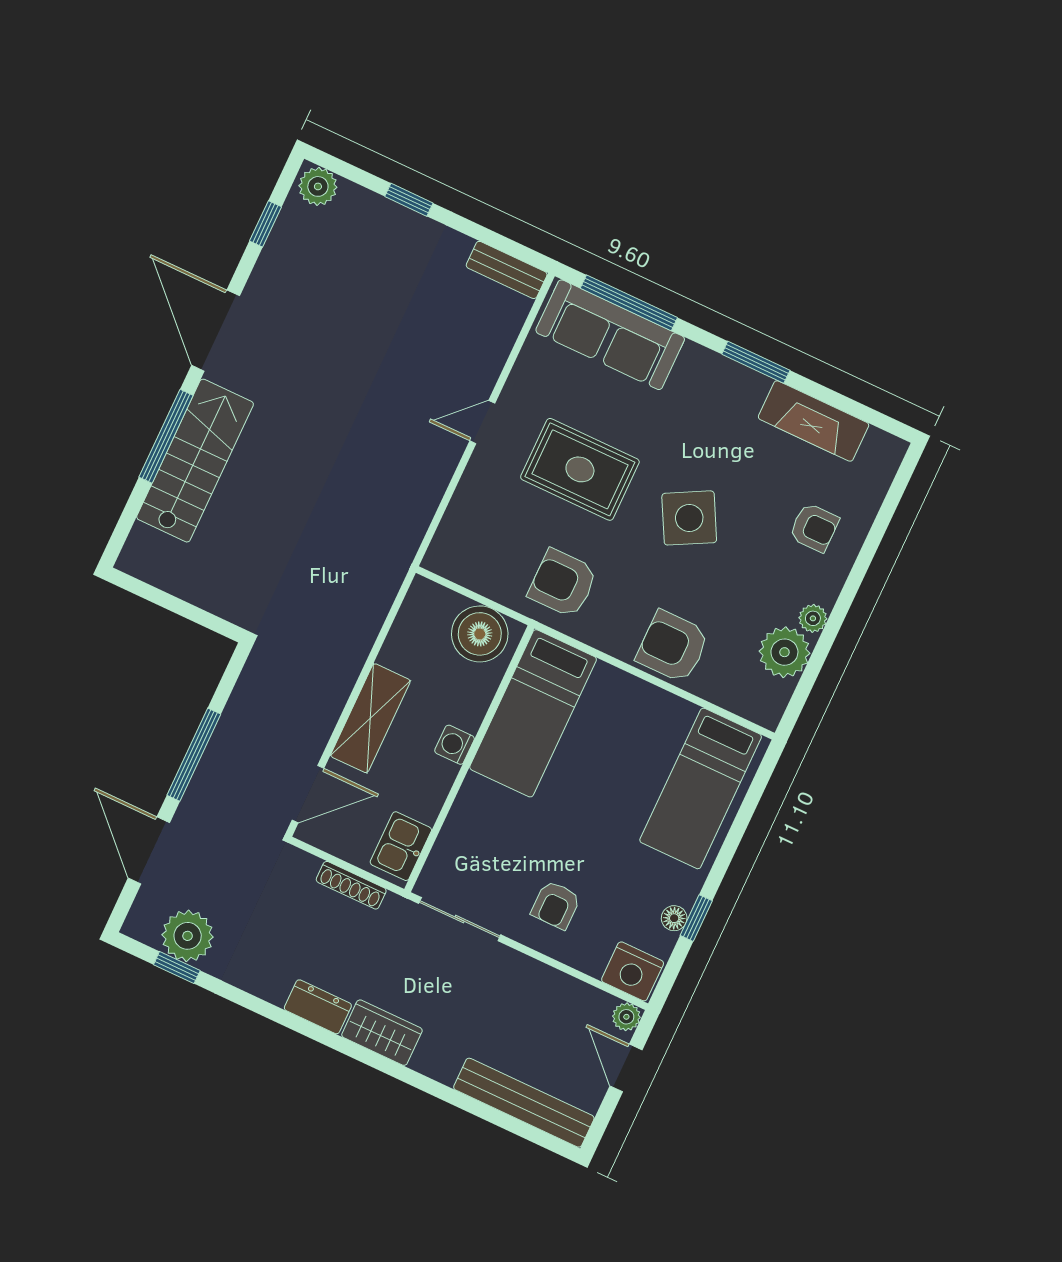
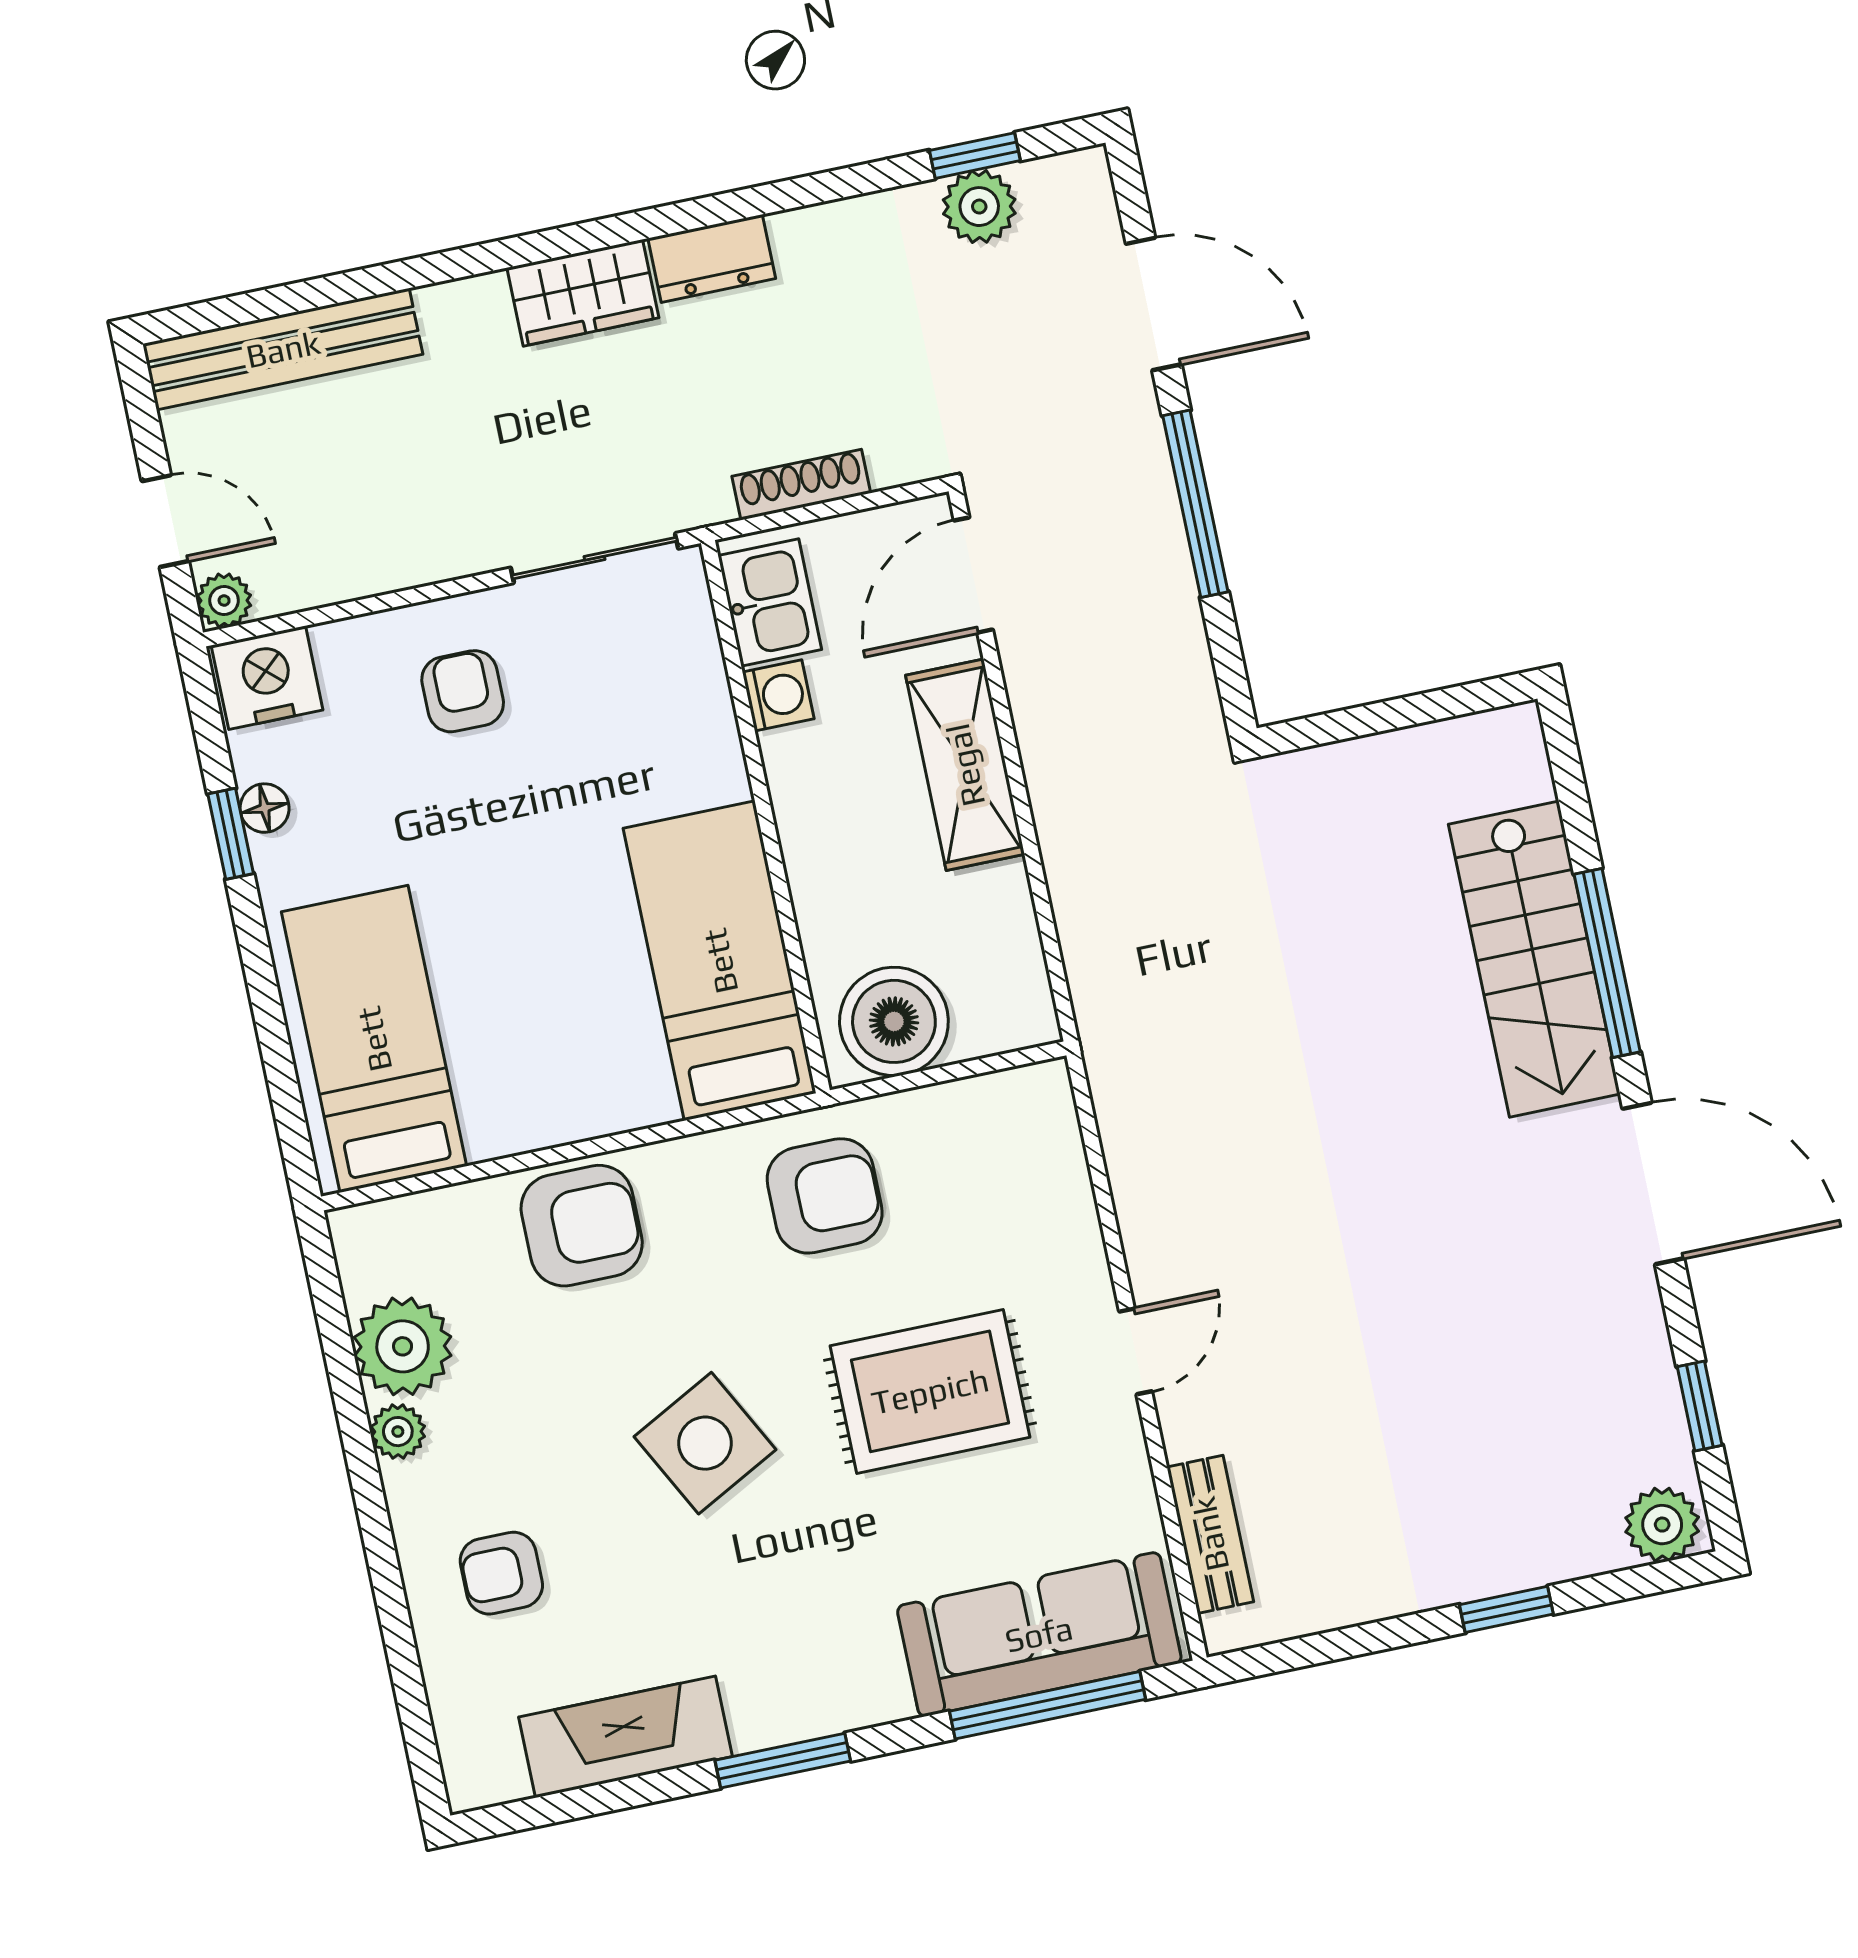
bench: (507, 270) -> (1210, 1534), moved, turned 90
washing machine: (455, 745) -> (778, 695), moved
plant: (188, 936) -> (979, 207), width x0.73, depth x0.73

